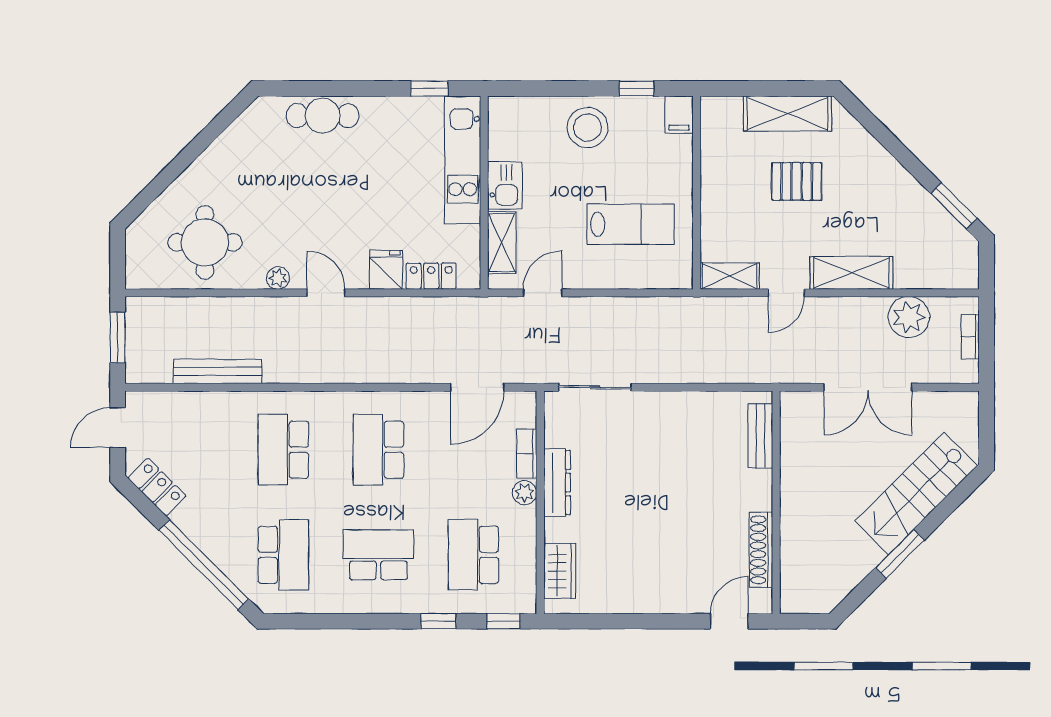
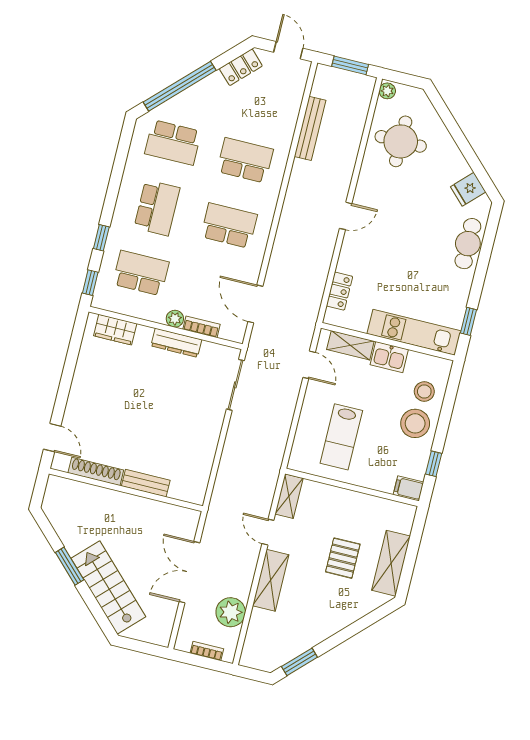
stool: (540, 126) -> (424, 391), added
fridge: (386, 270) -> (468, 189), moved, turned 135
plant: (278, 278) -> (387, 91), moved
bench: (760, 436) -> (146, 483), moved

